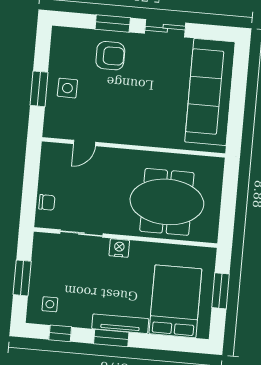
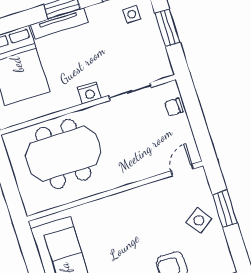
side table: (67, 88) -> (199, 220), turned -36
door: (85, 143) -> (182, 170), moved

